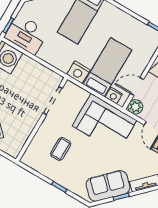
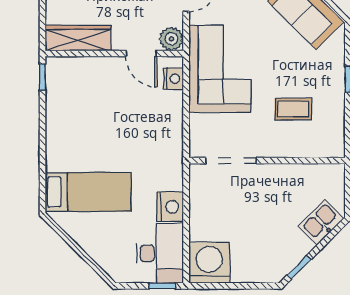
bed: (107, 67) -> (139, 111), removed
nightstand: (78, 72) -> (170, 207), moved

